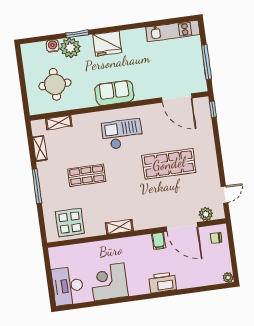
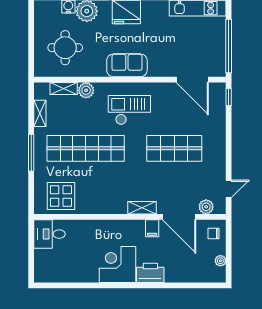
window: (206, 62) -> (229, 46), width x1.46
plant: (80, 121) -> (86, 90), added
shop shelf: (87, 175) -> (86, 148), width x2.00, depth x1.36
shelving: (119, 227) -> (142, 208), moved
plant: (228, 278) -> (220, 261), moved
corner desk: (109, 282) -> (117, 264), moved
desk: (68, 286) -> (50, 234), moved, width x0.73

